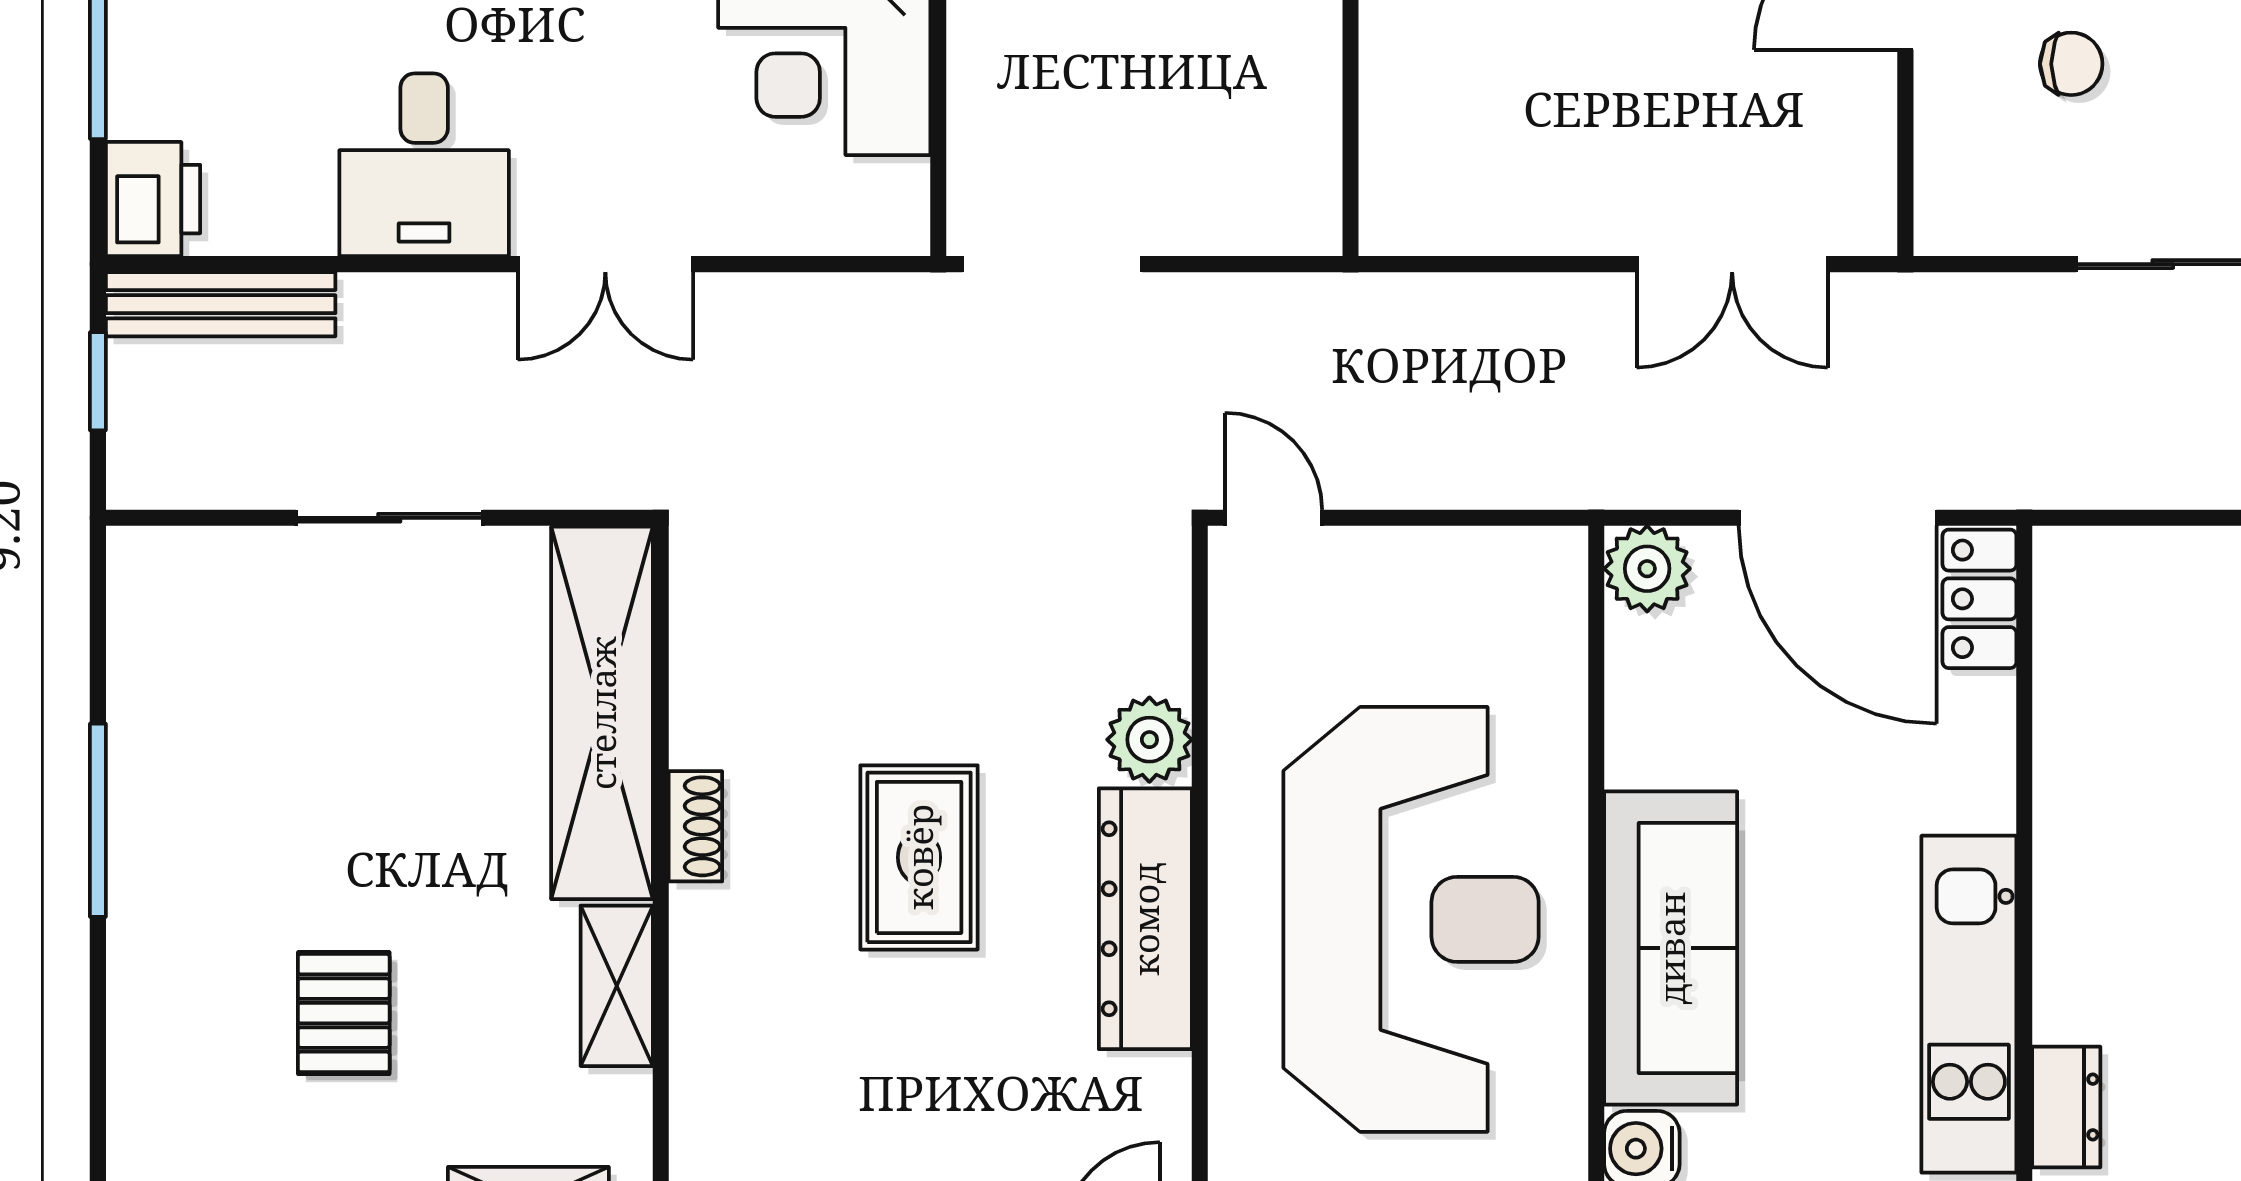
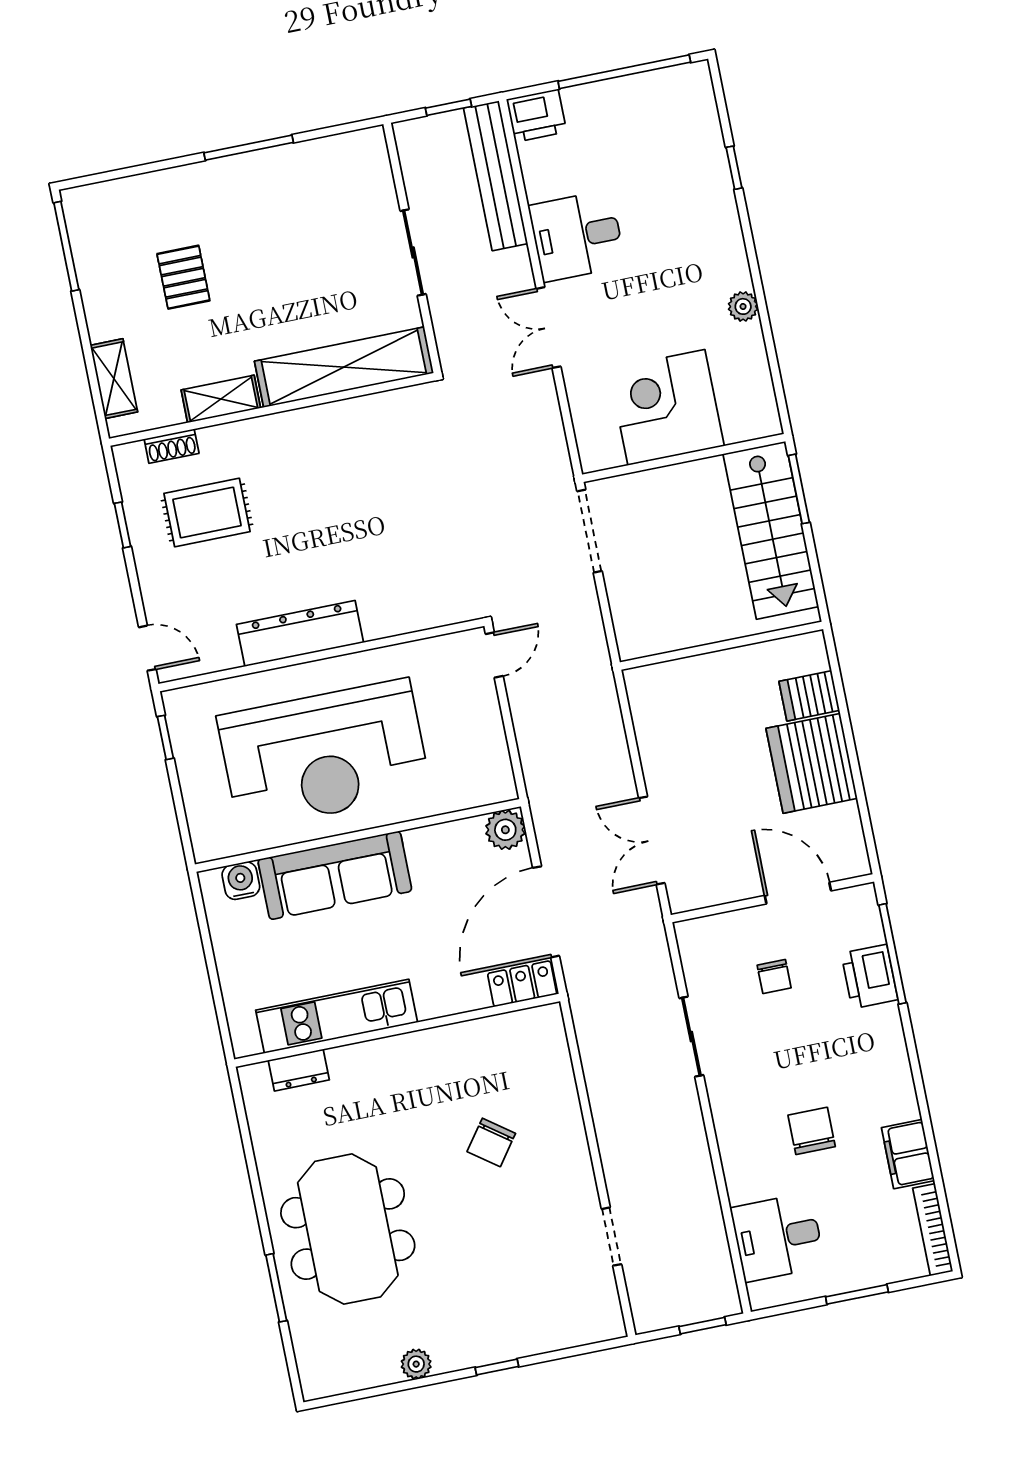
bench: (221, 304) -> (496, 176), width x1.37, depth x1.21
plant: (1149, 740) -> (382, 619), removed
shoe rack: (695, 826) -> (172, 446), moved
rug: (919, 857) -> (207, 512), moved
pallet: (344, 1013) -> (183, 277), turned 90

